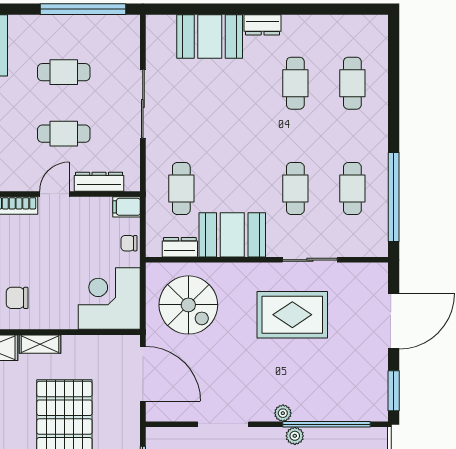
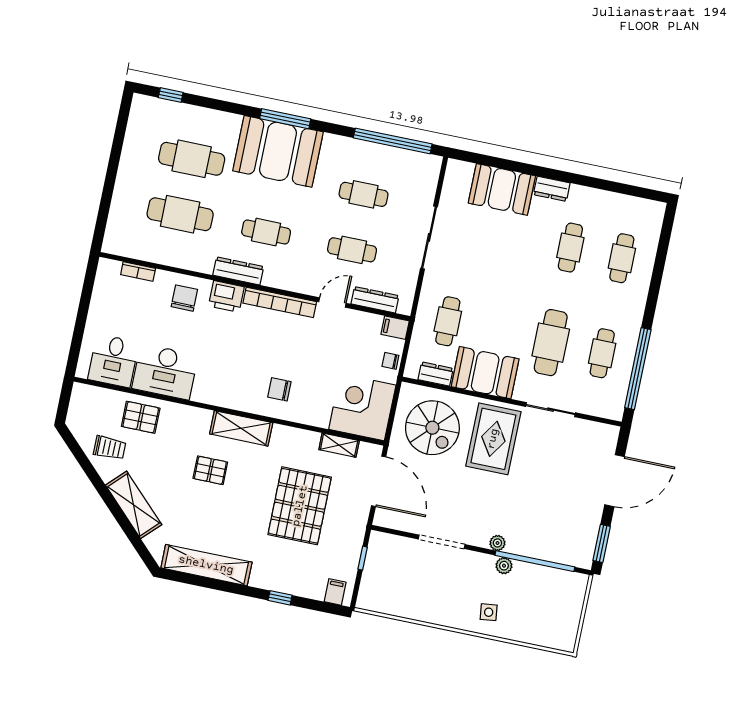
cafe table: (295, 188) -> (551, 343), width x1.37, depth x1.35
rug: (292, 315) -> (493, 439), moved, turned 90
shelving: (40, 344) -> (339, 445), moved

